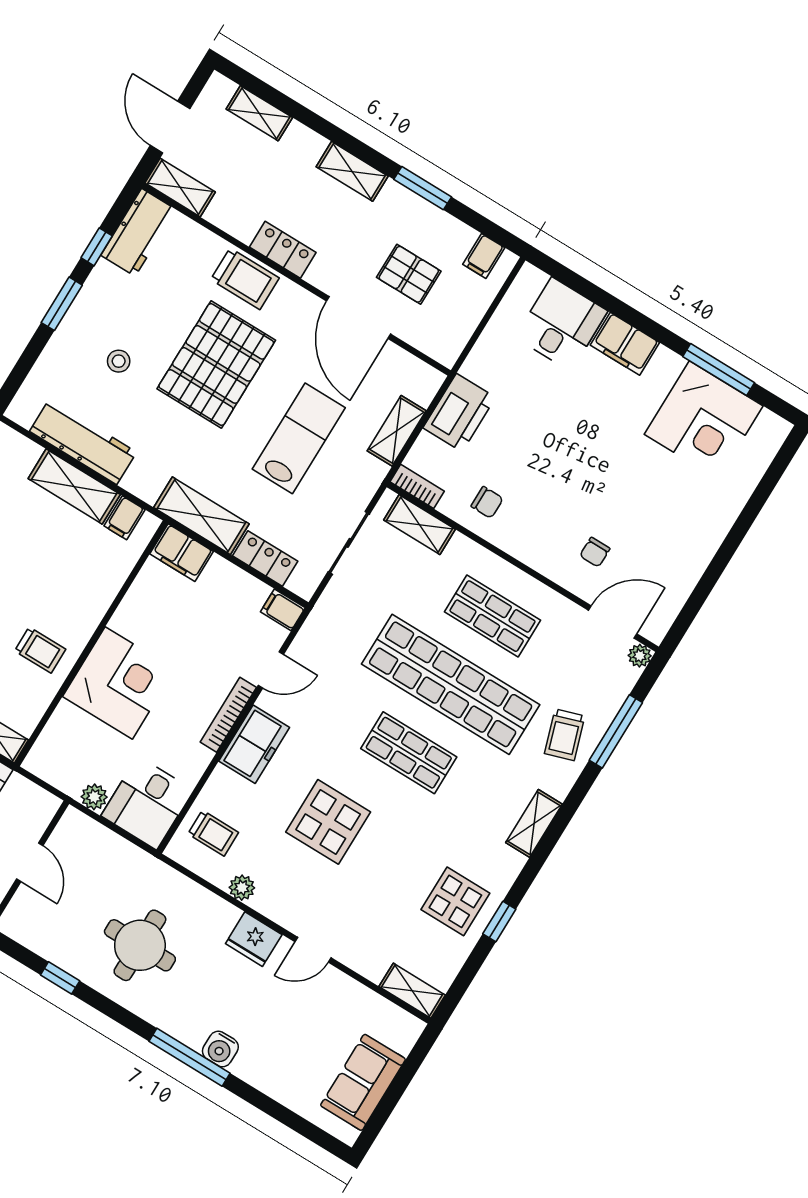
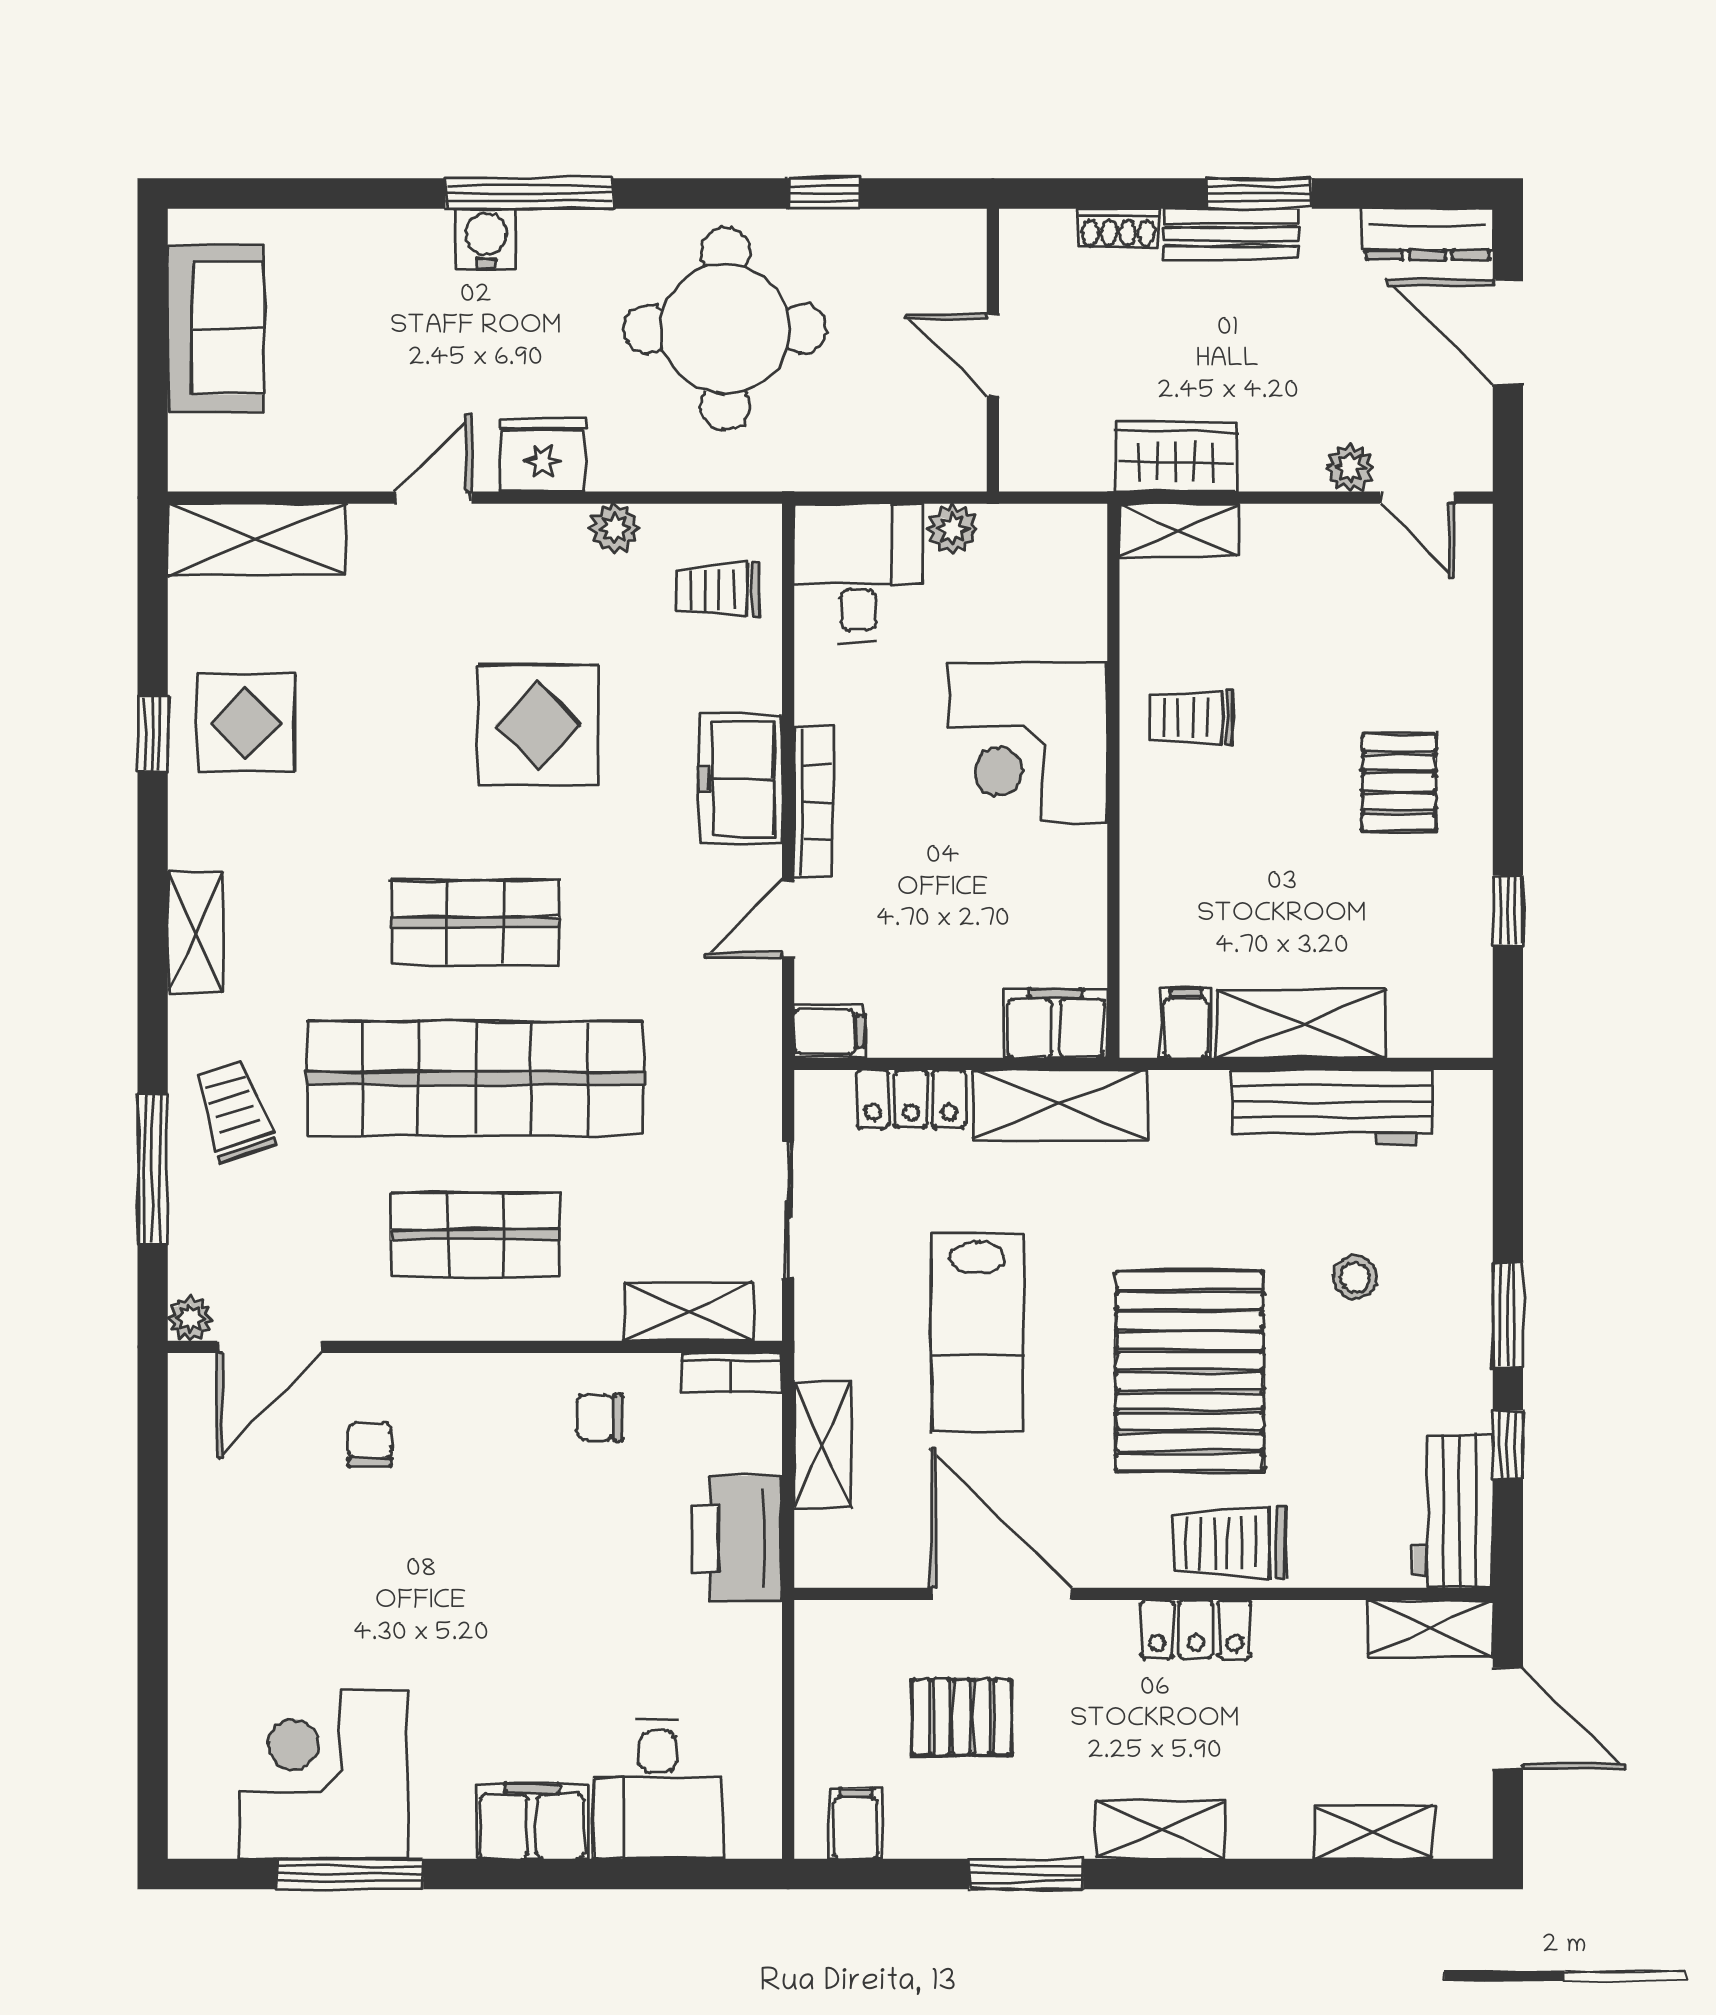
round table: (140, 945) -> (725, 329), width x1.36, depth x1.36
shelving: (412, 991) -> (257, 539), width x1.50, depth x1.33

